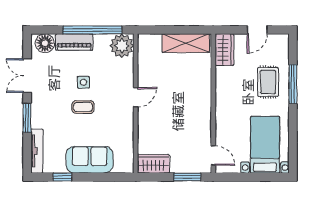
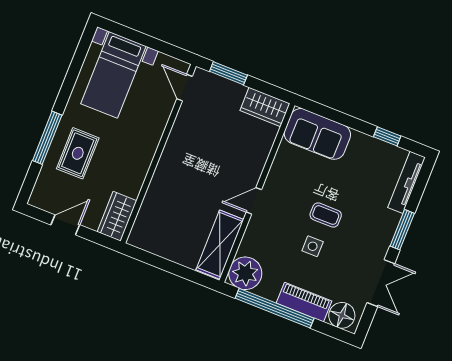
shelving: (186, 43) -> (220, 245), moved, turned 90
sofa: (90, 160) -> (317, 134), moved

